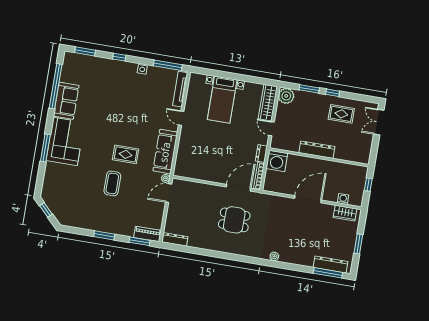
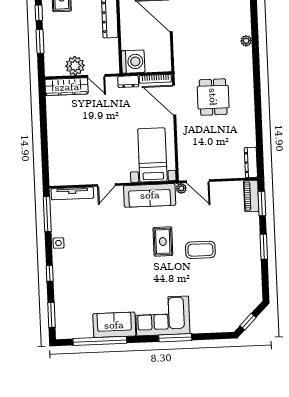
plant: (286, 96) -> (75, 66), moved
bed with nightstands: (222, 100) -> (152, 155), moved, turned -90
door: (272, 129) -> (96, 76), hinge flipped

